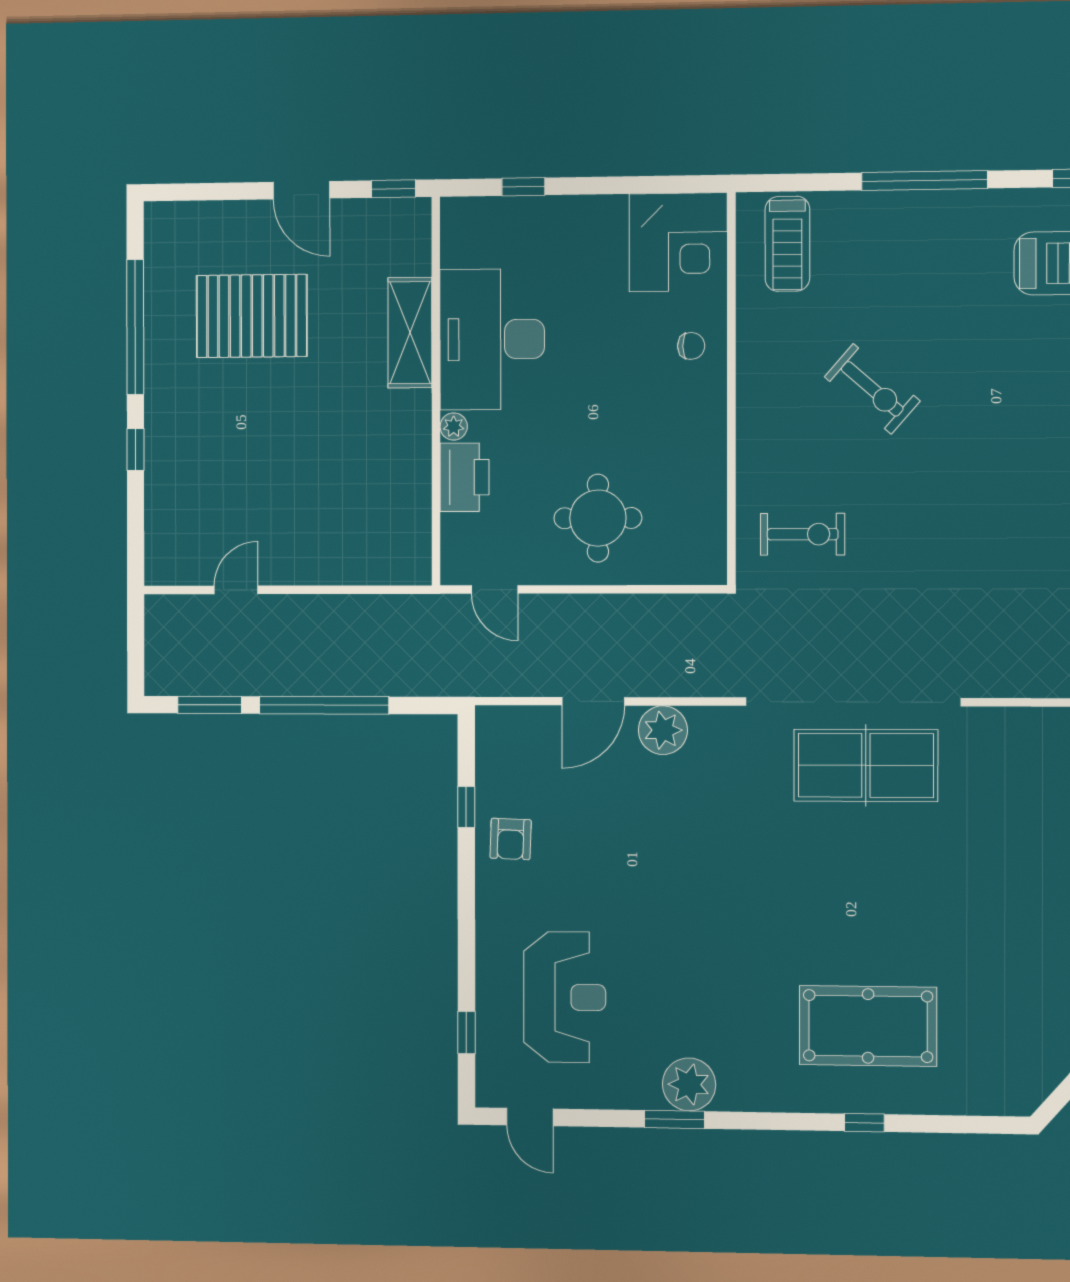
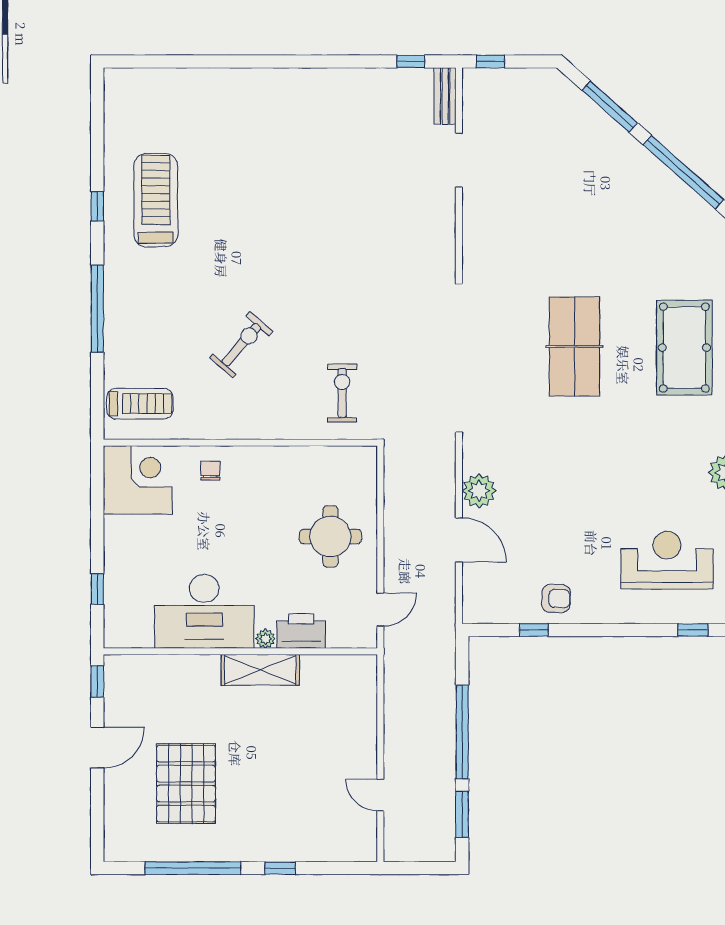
shelving: (410, 333) -> (260, 670), moved
table tennis table: (866, 765) -> (574, 346), moved

